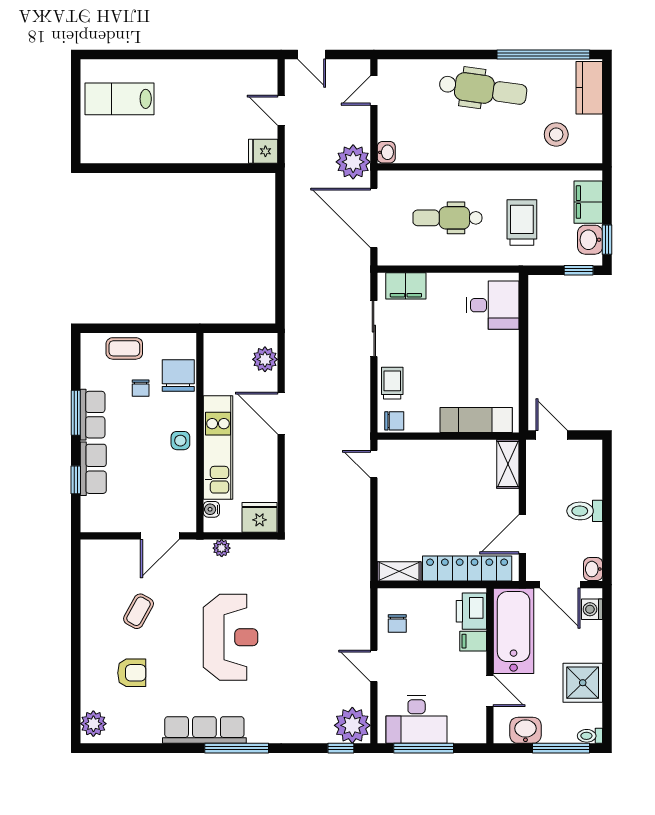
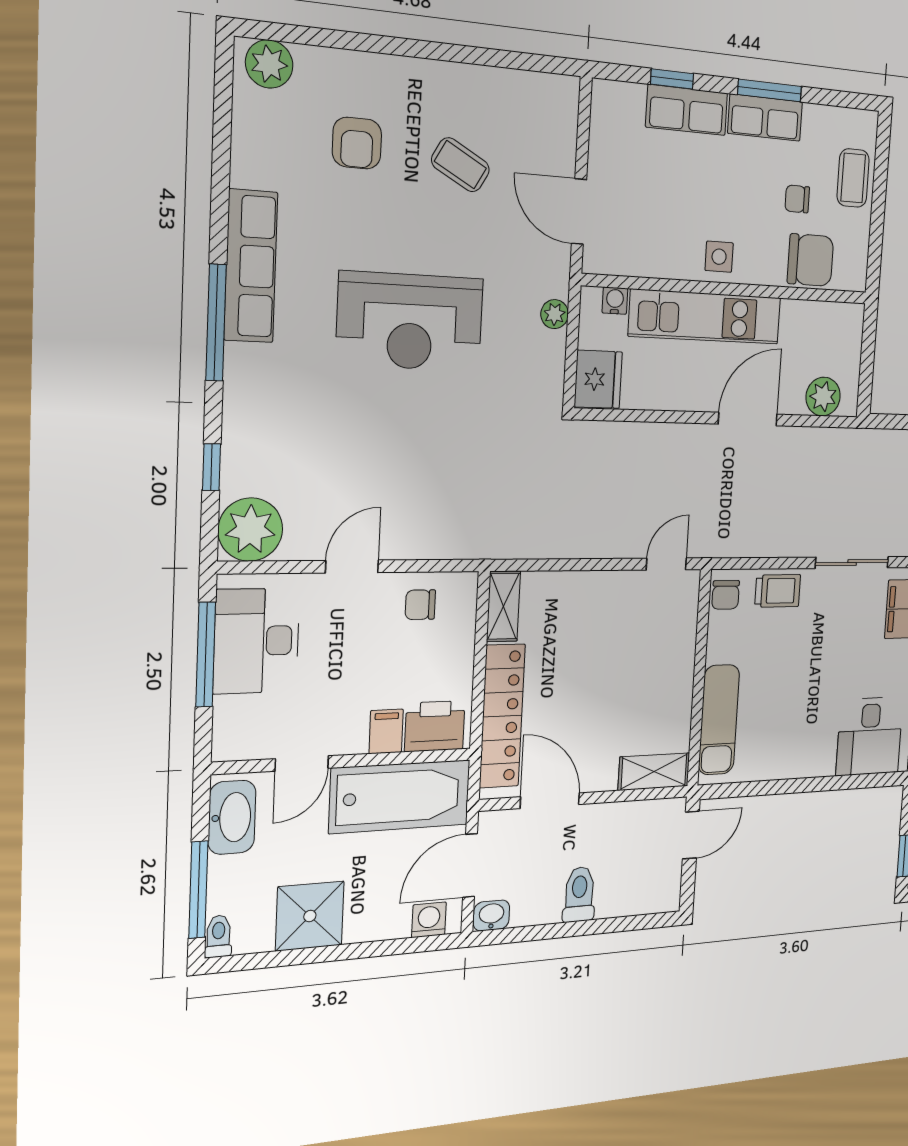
washbasin: (525, 730) -> (232, 817), width x1.38
window: (341, 748) -> (211, 467), moved

